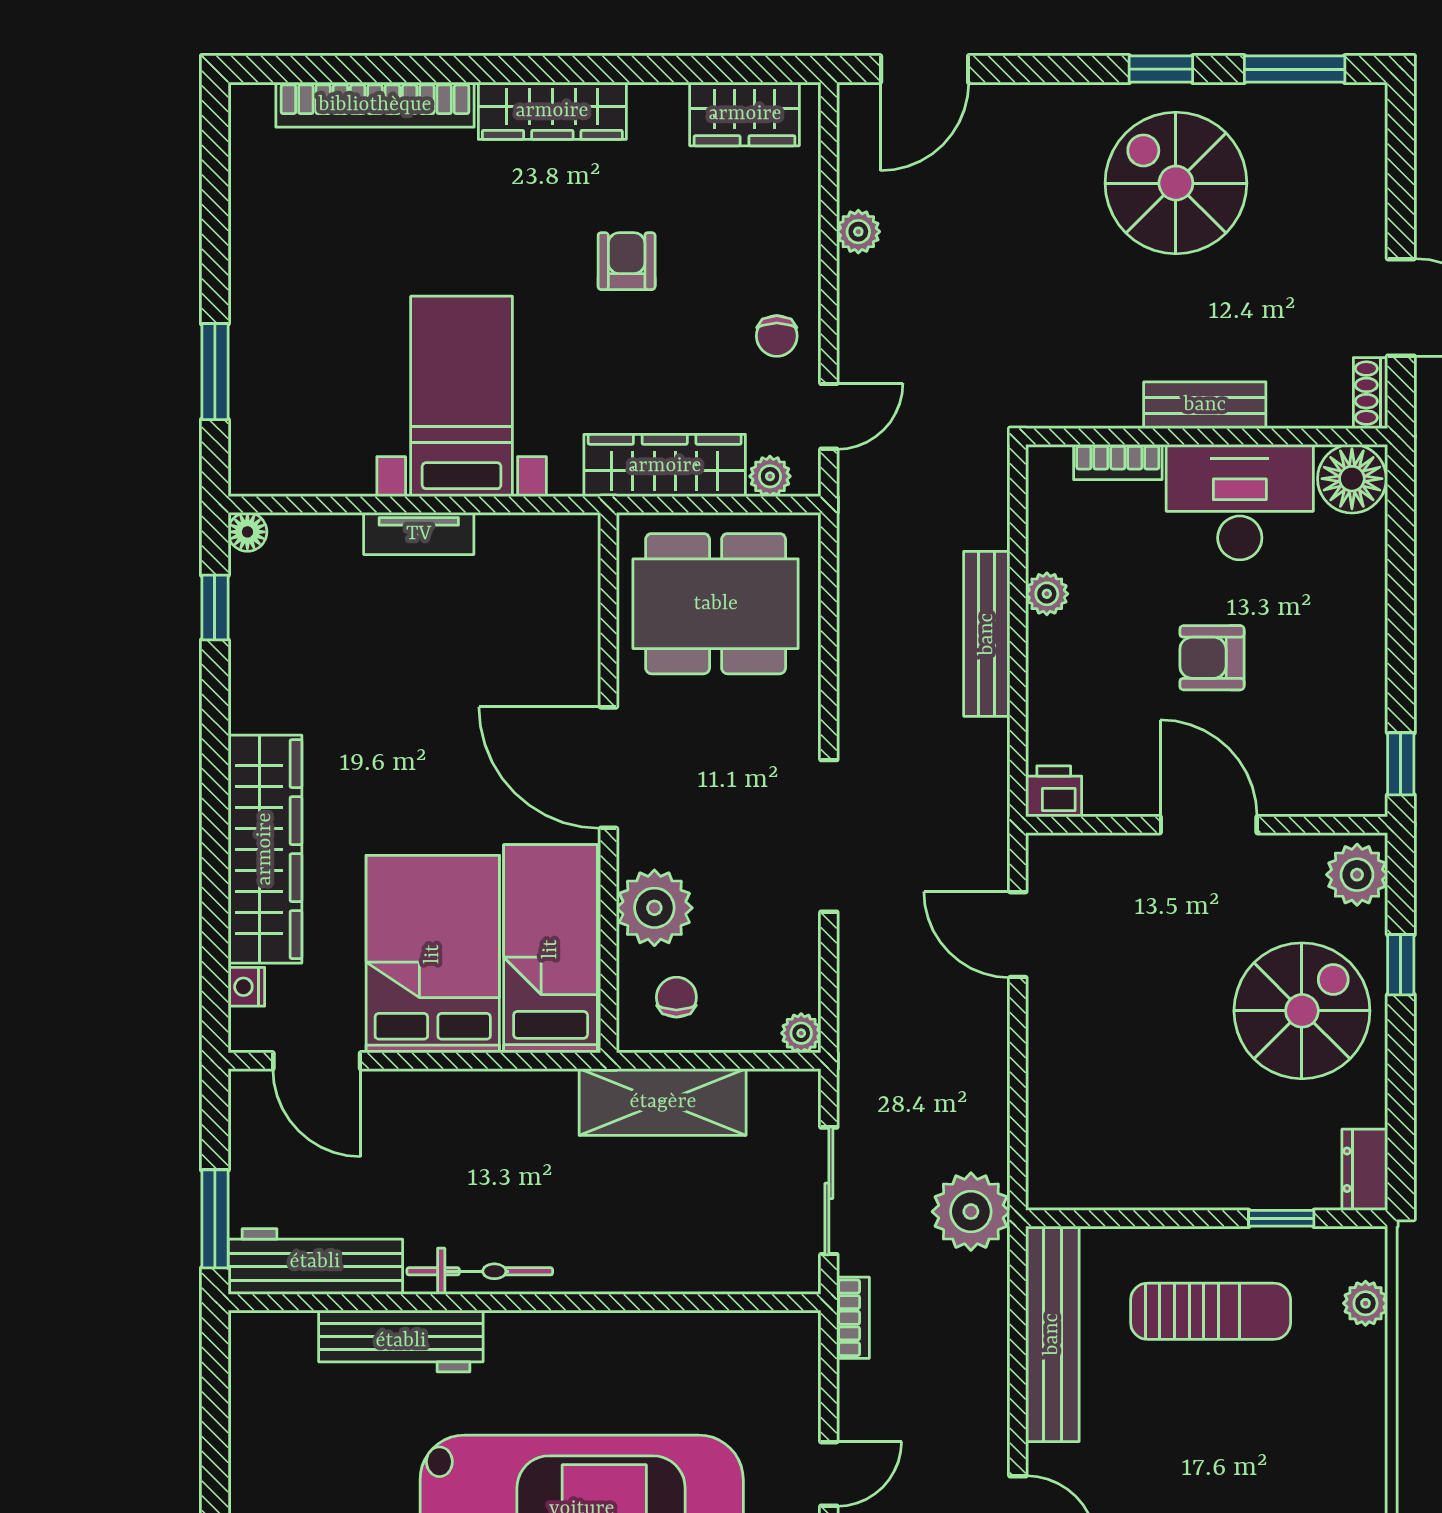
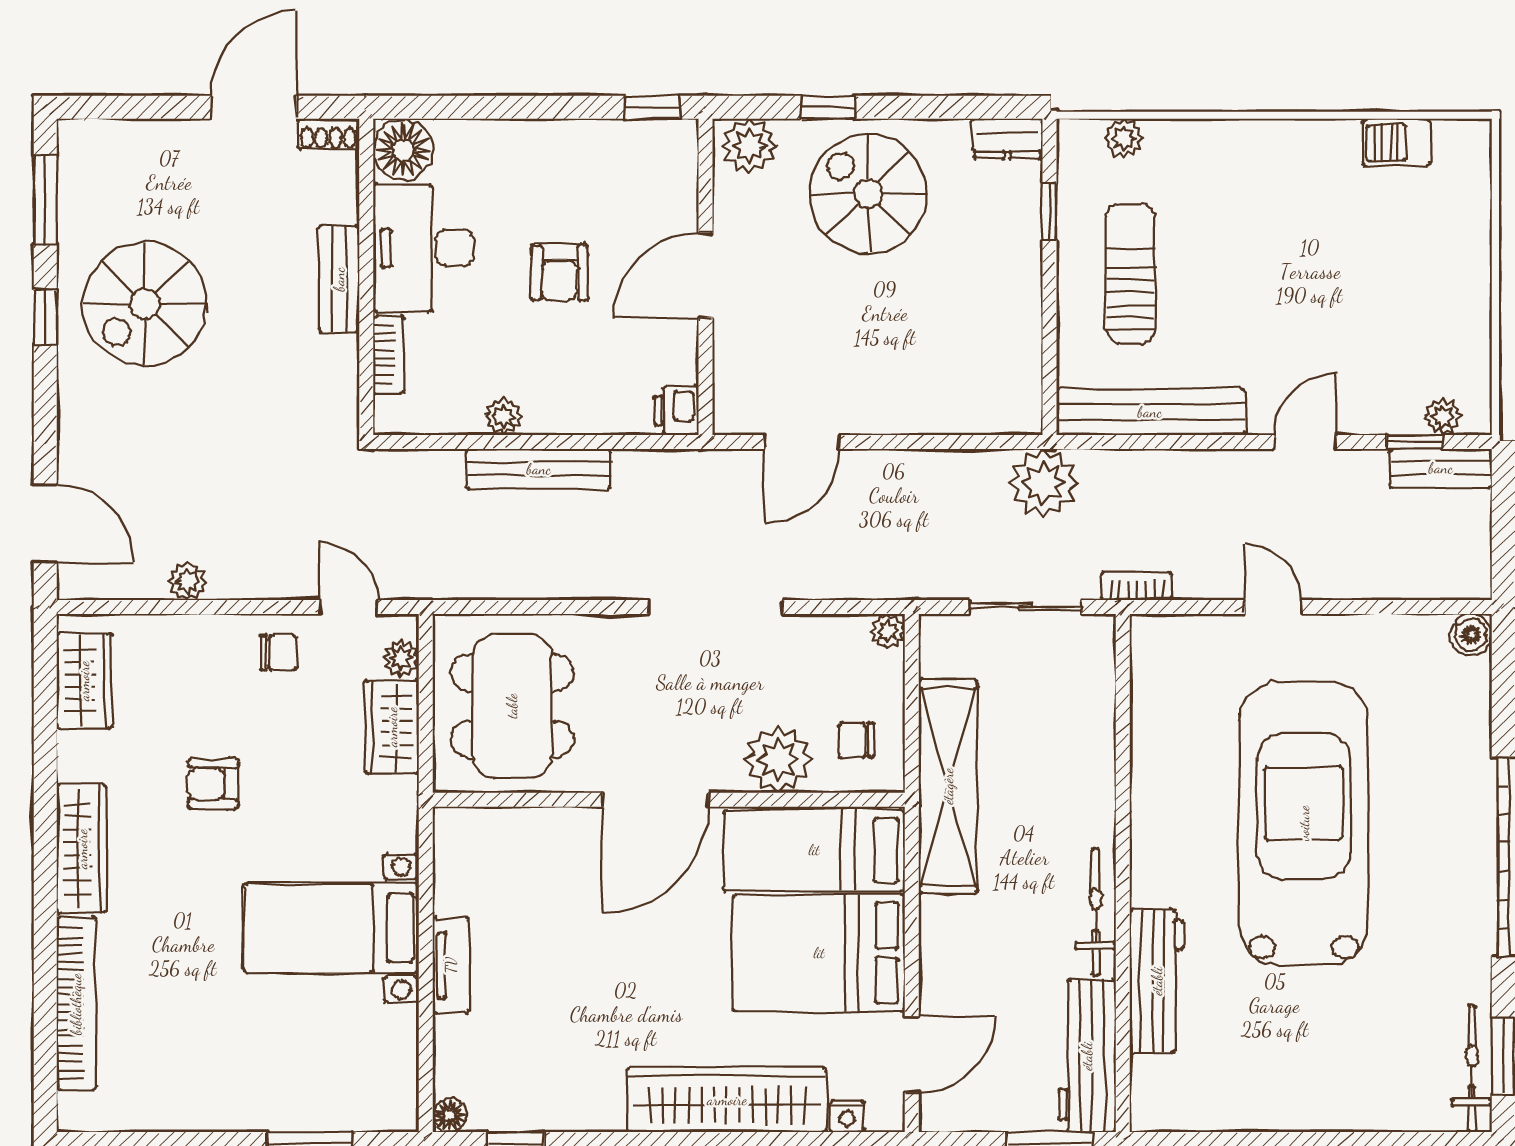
wardrobe: (665, 466) -> (392, 727), width x0.67
shelving: (663, 1102) -> (948, 786), width x1.47

